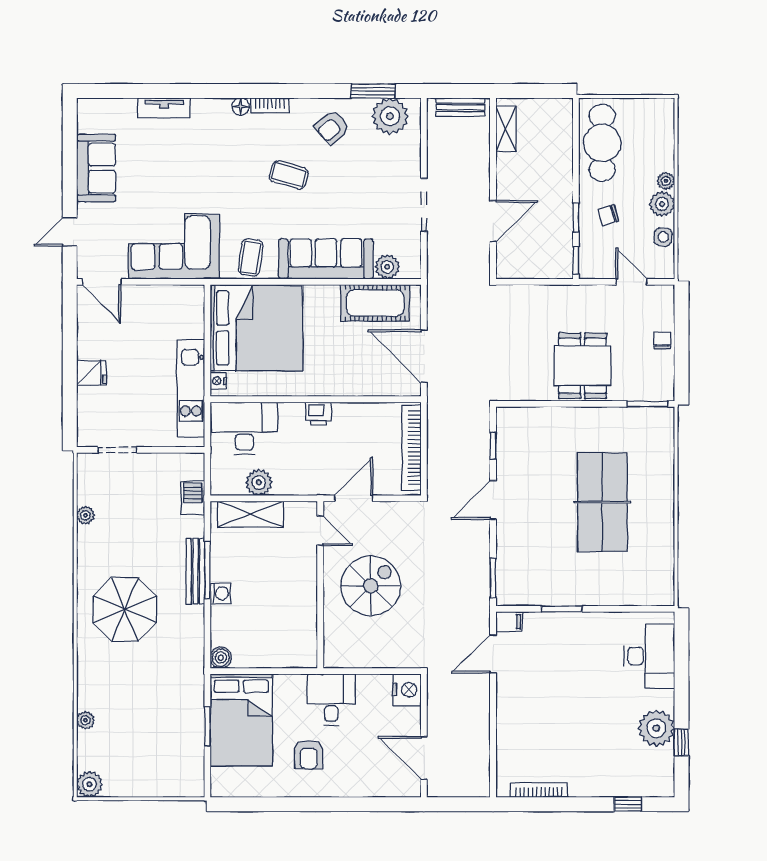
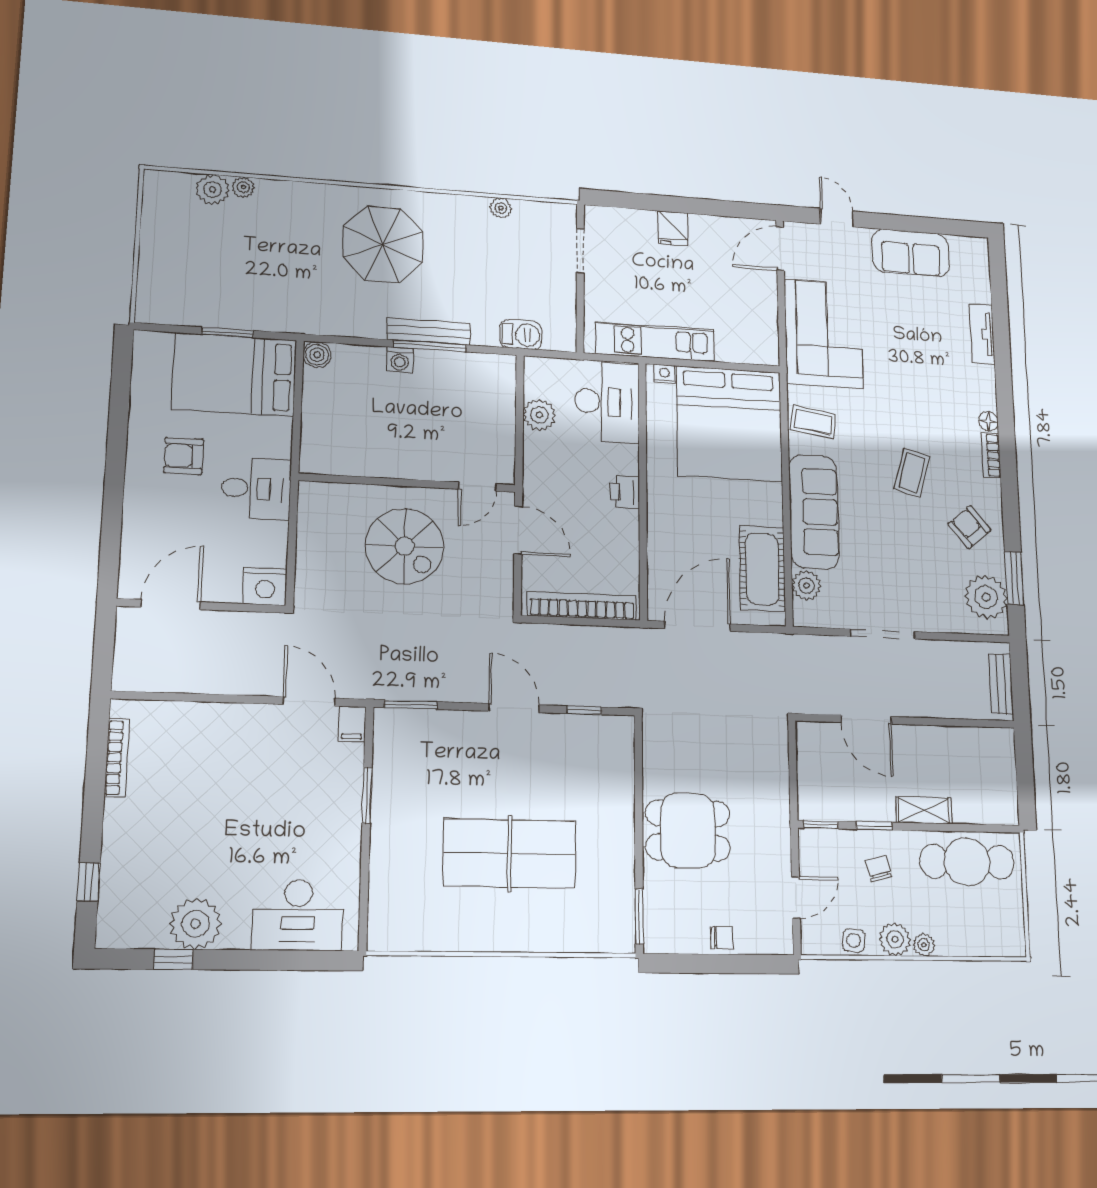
shelving: (506, 129) -> (924, 810), moved
shelving: (250, 514) -> (500, 402), removed
plant: (89, 784) -> (213, 189), moved

